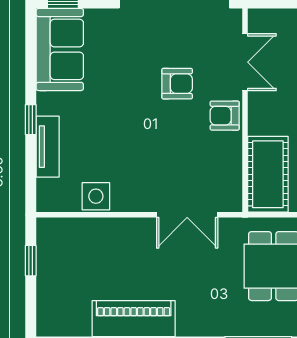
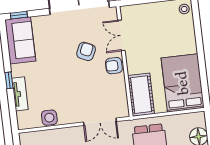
double door: (245, 62) -> (121, 35), swing flipped
armchair: (177, 84) -> (86, 51), turned -65

